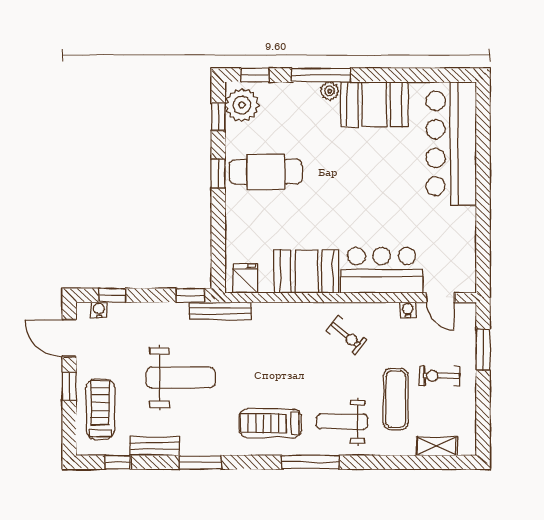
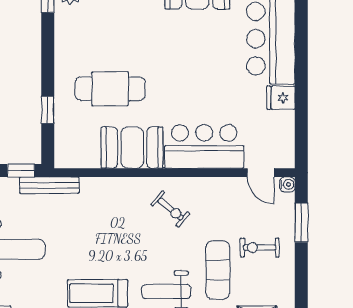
cafe table: (266, 172) -> (110, 89), moved
window: (218, 173) -> (48, 110), moved
fridge: (245, 278) -> (281, 98), moved, turned -90
water cooler: (408, 310) -> (287, 184), moved, turned 90

